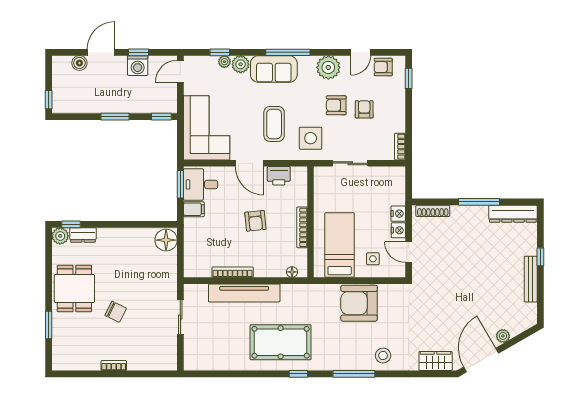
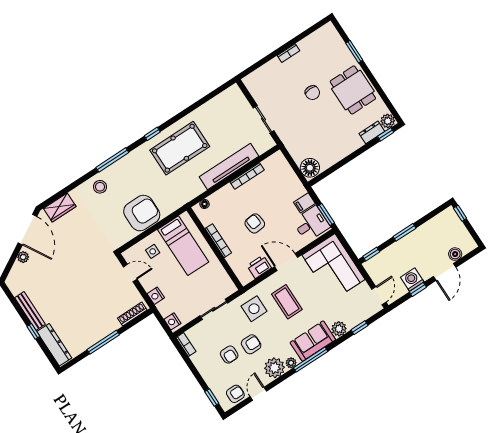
plant: (224, 62) -> (291, 363), moved
dresser: (513, 214) -> (54, 345), moved, turned 90
nightstand: (398, 230) -> (172, 321), moved
chair: (116, 312) -> (312, 93), turned -116

